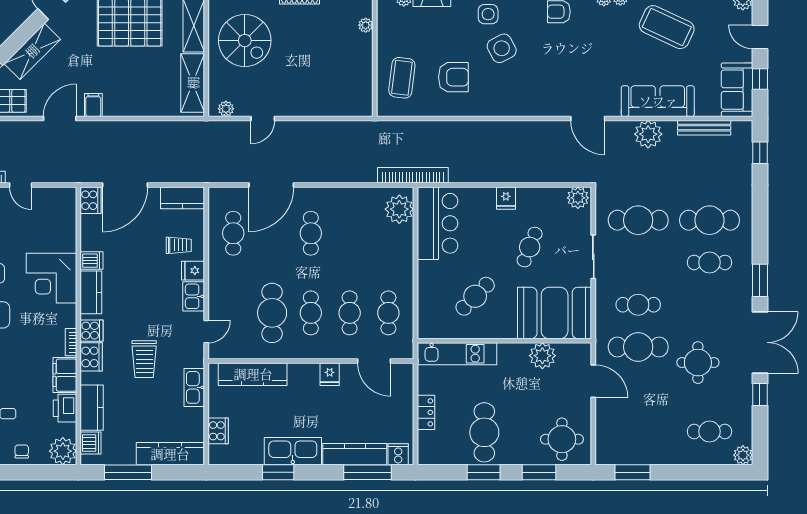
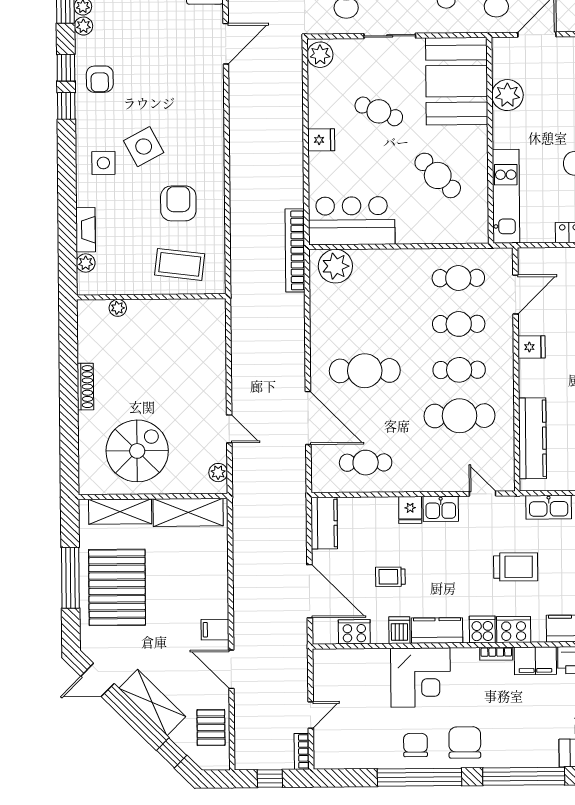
cooker: (90, 200) -> (354, 632), moved
cafe table: (311, 233) -> (365, 371), width x1.37, depth x1.35
trolley: (179, 245) -> (390, 577), moved, turned -90

